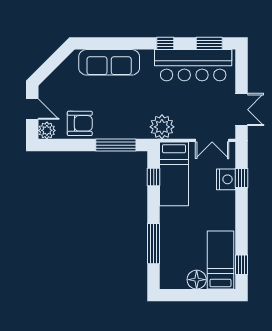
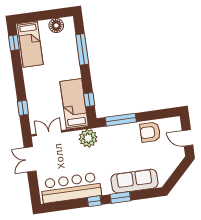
window: (209, 43) -> (120, 198), moved
plant: (47, 130) -> (174, 123), removed
nightstand: (226, 179) -> (34, 105), removed
floor lamp: (197, 280) -> (56, 25), moved

